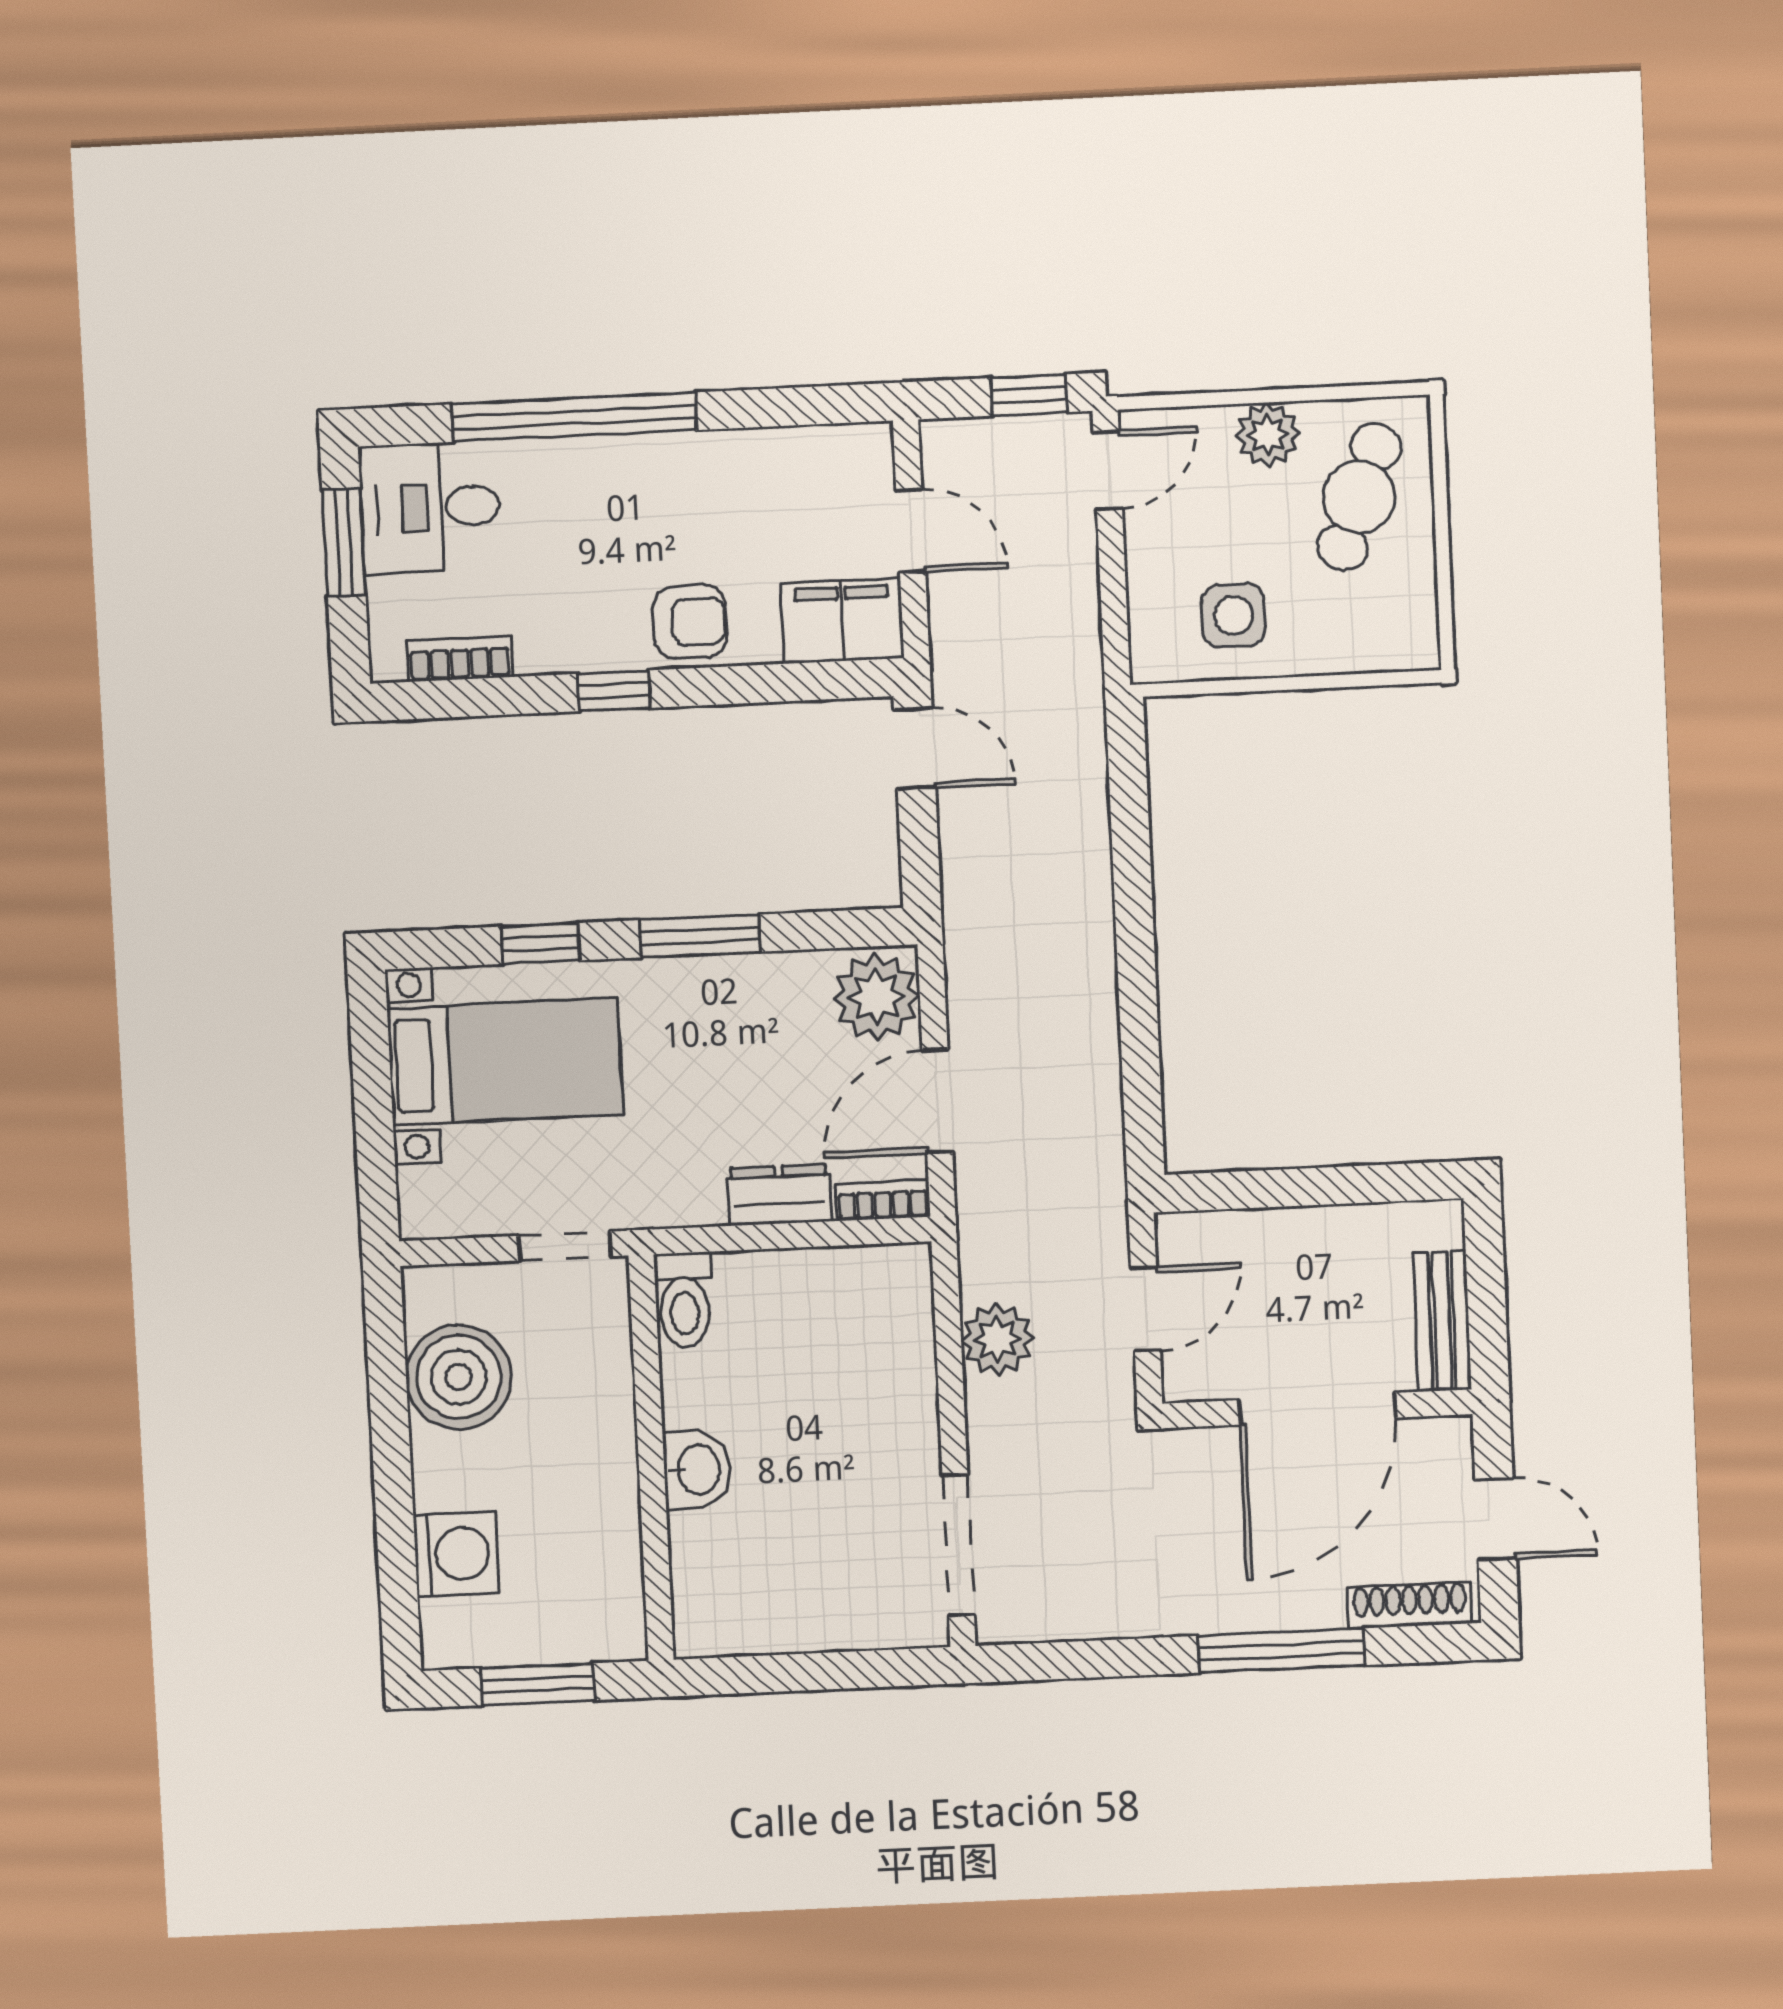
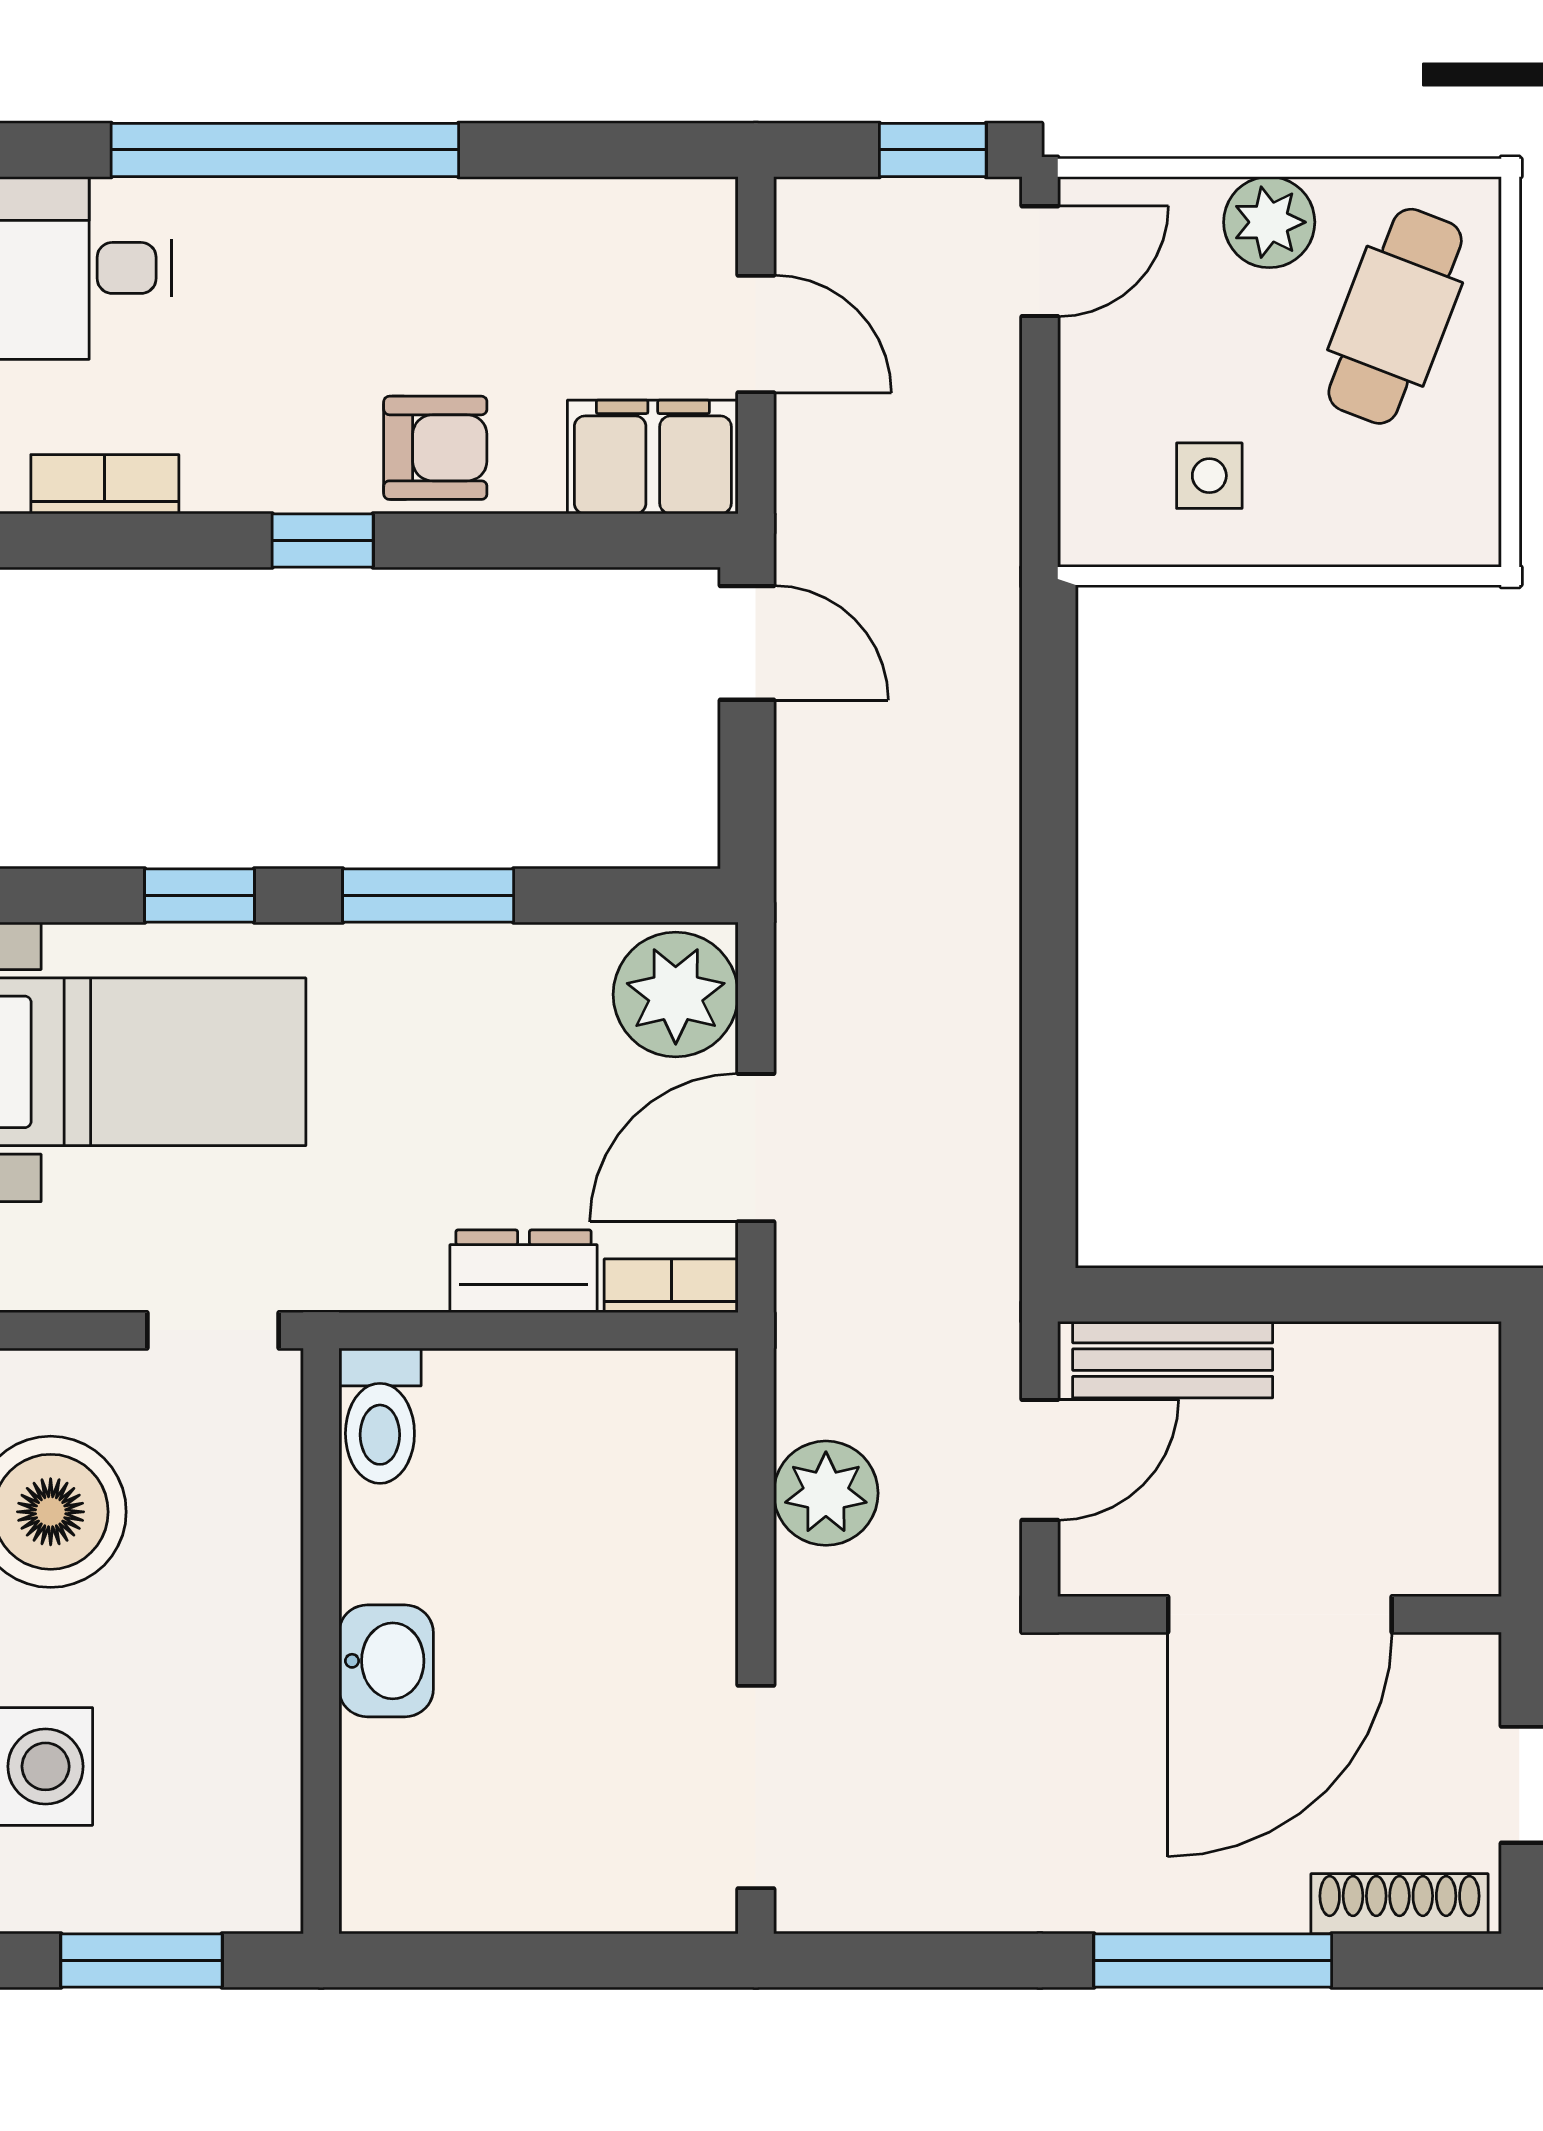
side table: (1233, 615) -> (1209, 476), width x0.73, depth x0.73
bench: (1442, 1321) -> (1173, 1360), moved, turned 90

